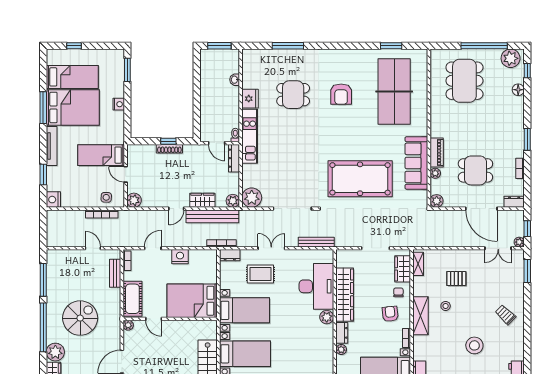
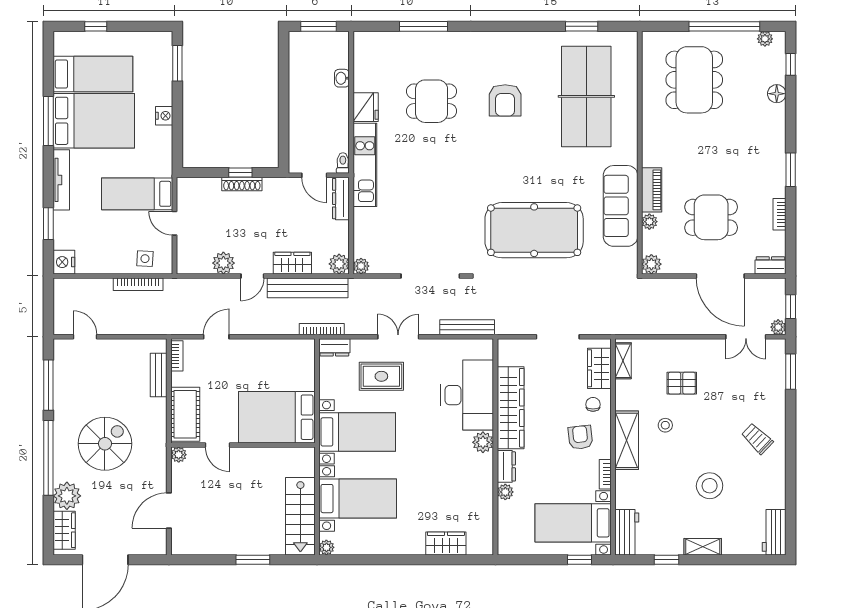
plant: (511, 58) -> (765, 39), width x0.53, depth x0.53
plant: (252, 198) -> (361, 266), width x0.53, depth x0.53
plant: (134, 200) -> (223, 263), moved
door: (93, 248) -> (85, 337), moved
nightstand: (180, 257) -> (258, 350), removed

